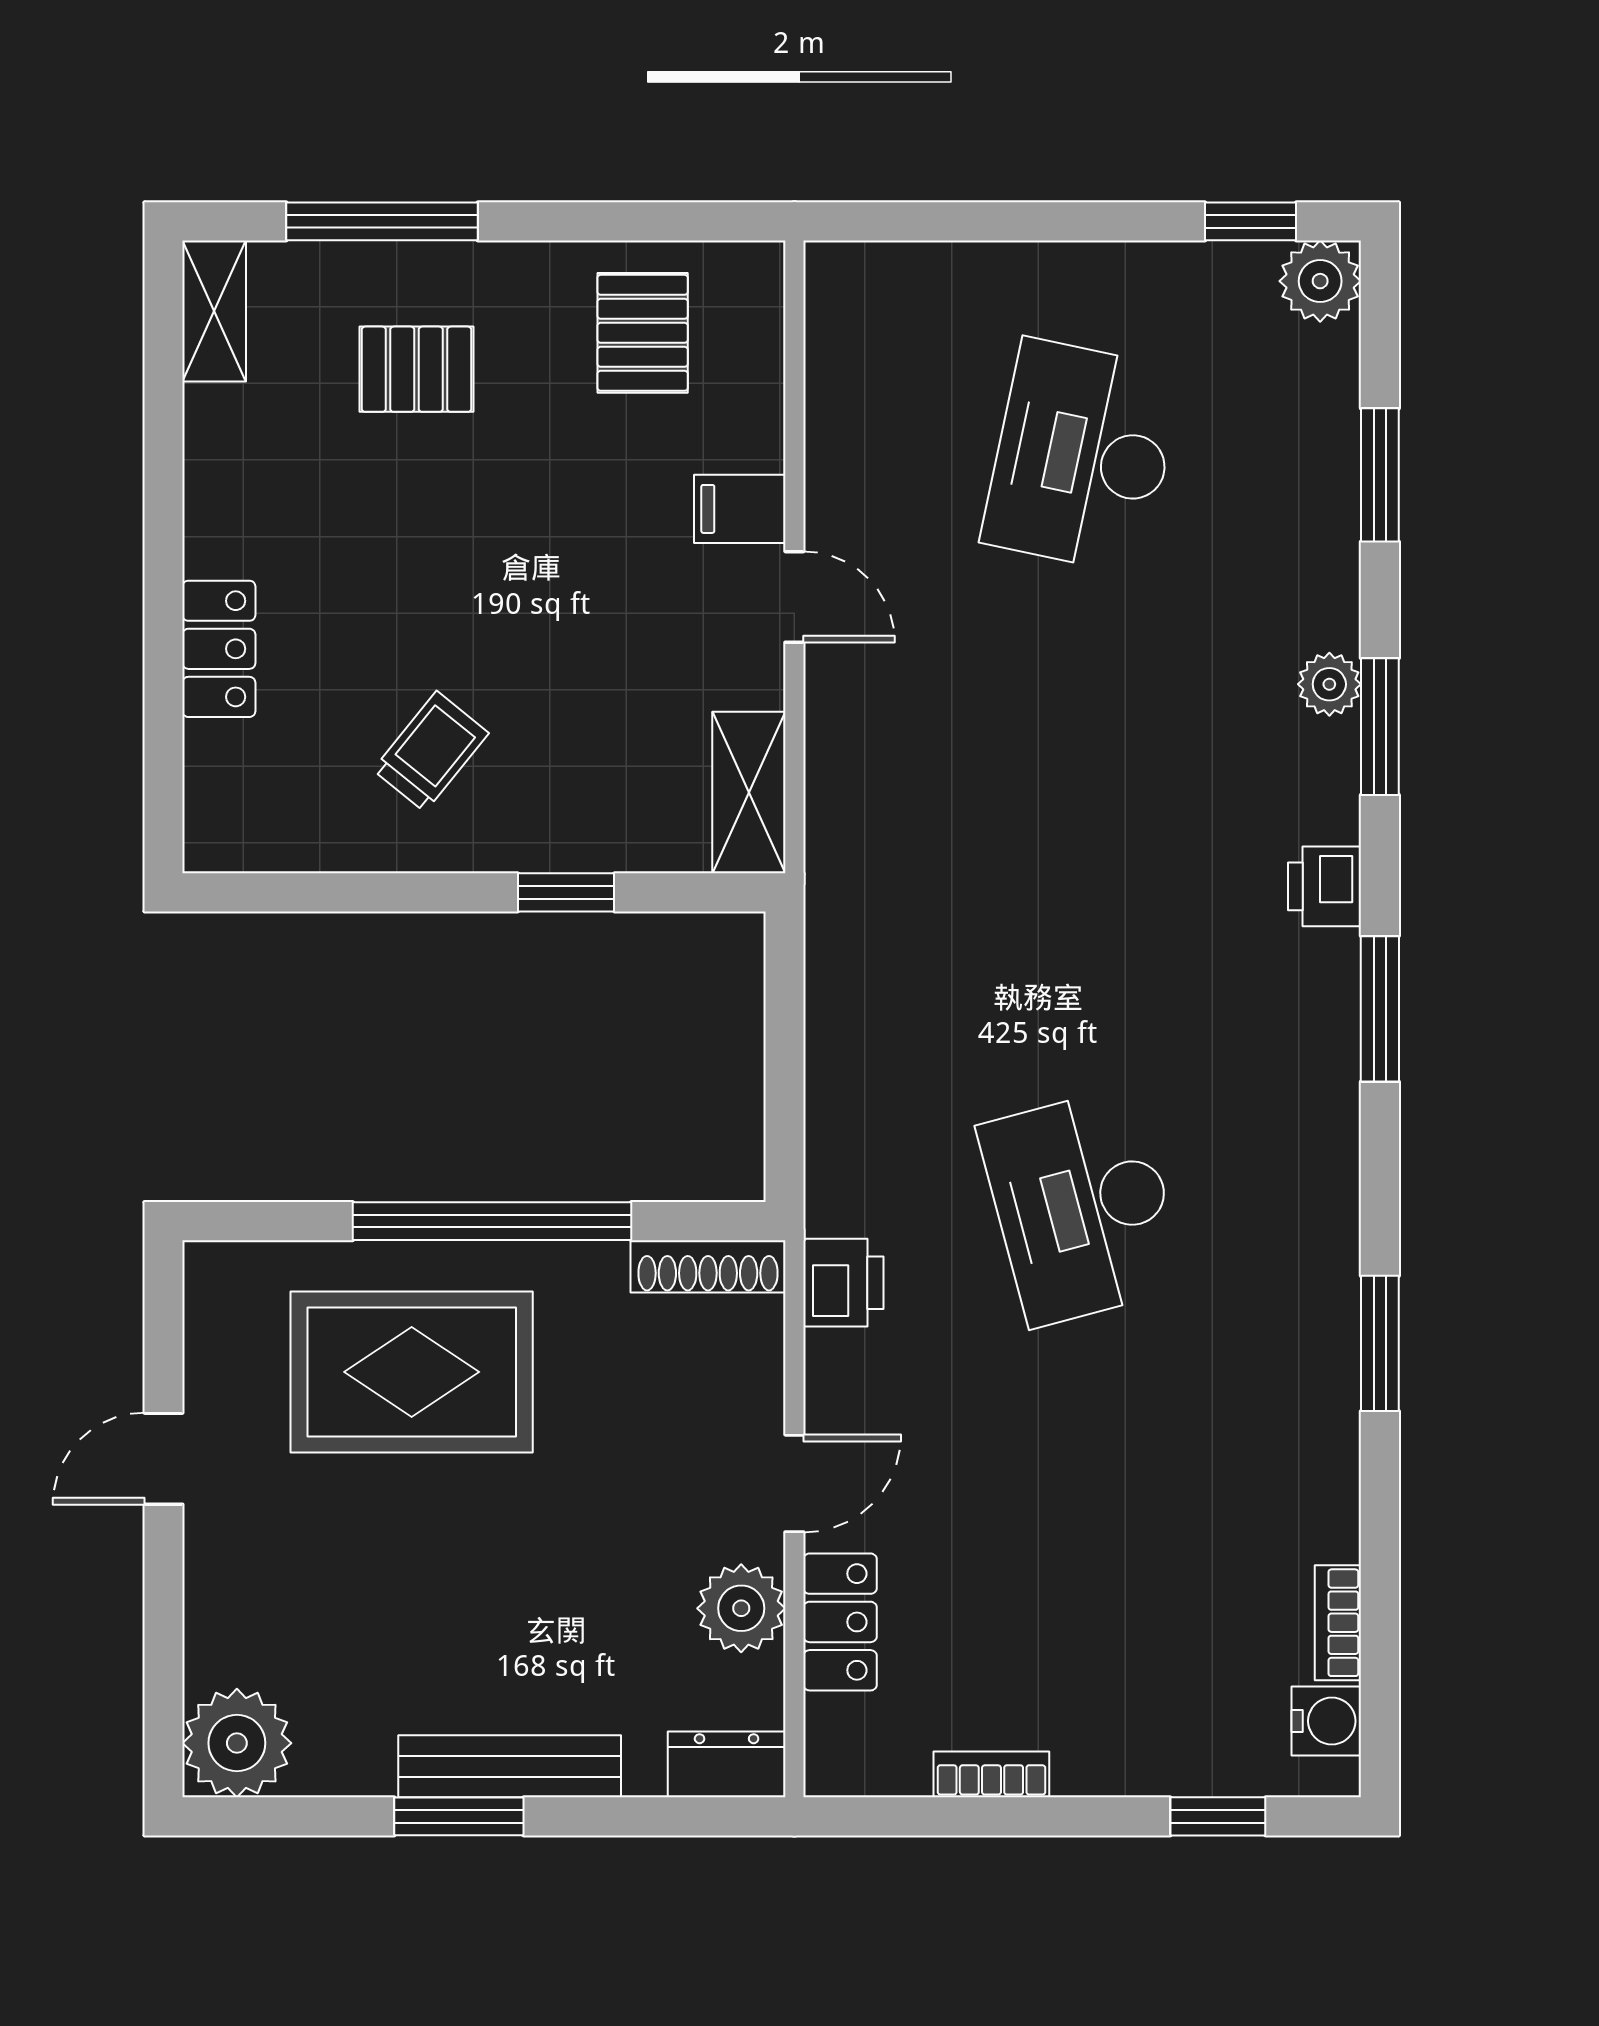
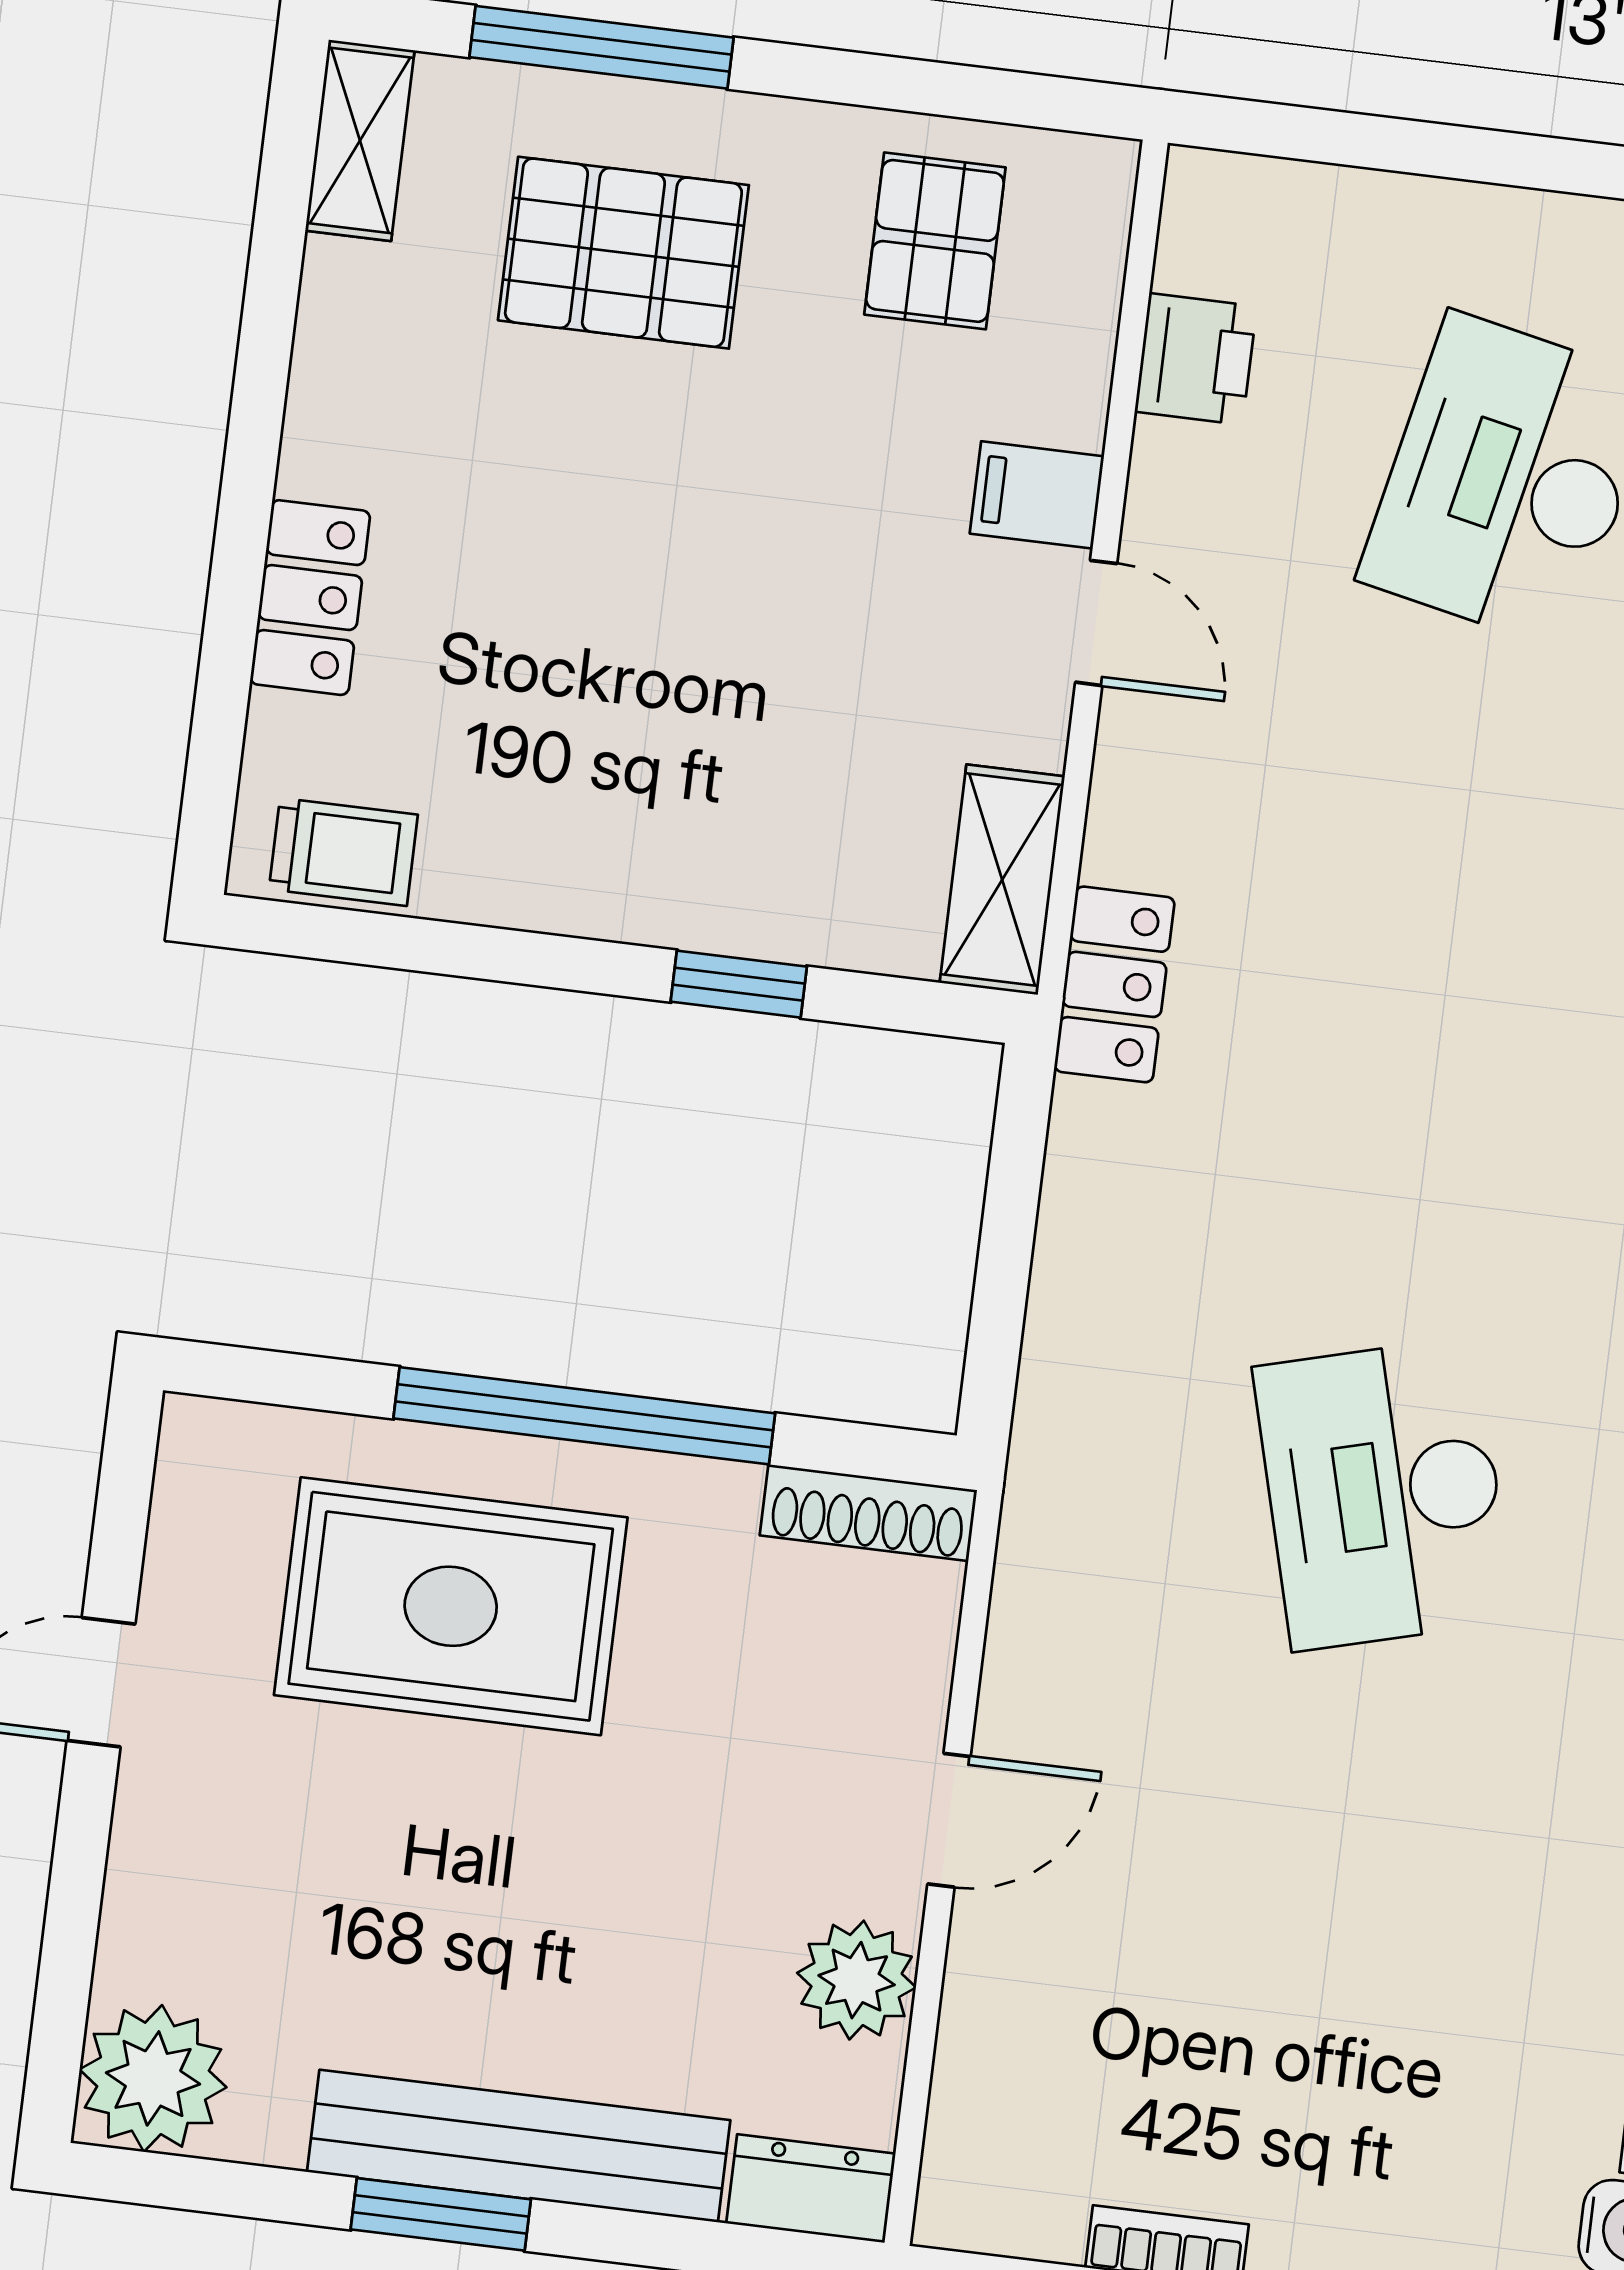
pallet: (417, 369) -> (623, 253), width x1.50, depth x1.42
trolley: (431, 751) -> (343, 852), moved, turned 51
printer: (843, 1283) -> (1196, 359), moved
locker: (840, 1622) -> (1114, 984), moved
bench: (510, 1766) -> (519, 2146), width x1.37, depth x1.21

